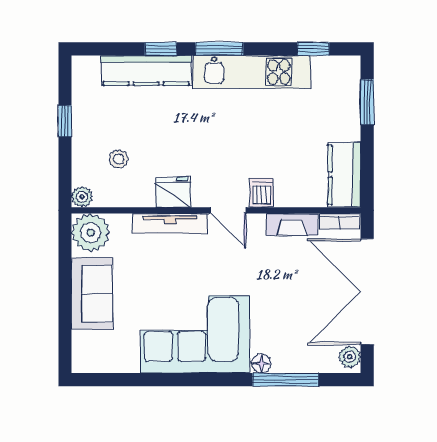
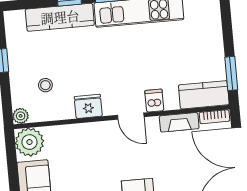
window: (367, 102) -> (231, 73), moved
kitchen counter: (344, 175) -> (204, 95), moved, turned 90
tv unit: (170, 224) -> (88, 130), removed

